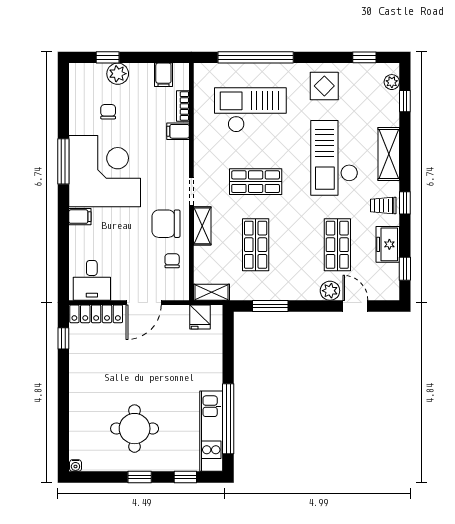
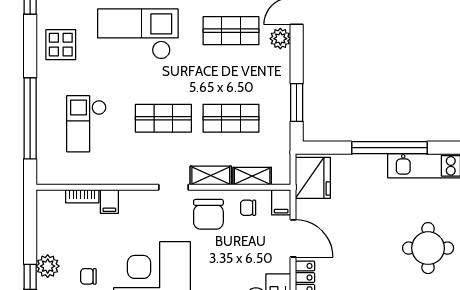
filing cabinet: (163, 75) -> (281, 202), moved, turned 90
checkout: (250, 110) -> (86, 124), width x0.73, depth x0.83
checkout: (334, 158) -> (138, 34), turned 180
shop shelf: (256, 182) -> (163, 118), turned 90
shelving: (211, 292) -> (252, 176), moved, turned 90
fridge: (200, 317) -> (313, 178), width x1.88, depth x1.34
window: (228, 419) -> (389, 148), moved

